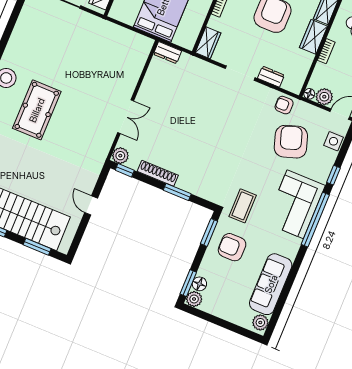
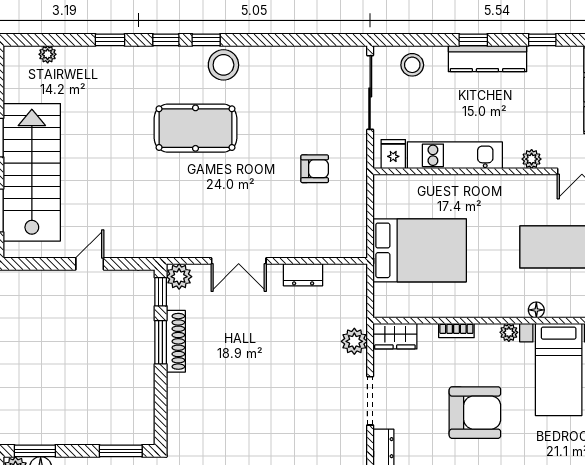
armchair: (90, 49) -> (315, 169), added
dresser: (167, 53) -> (303, 275), moved, turned -90
plant: (201, 68) -> (354, 341), added
window: (177, 192) -> (161, 342), moved

